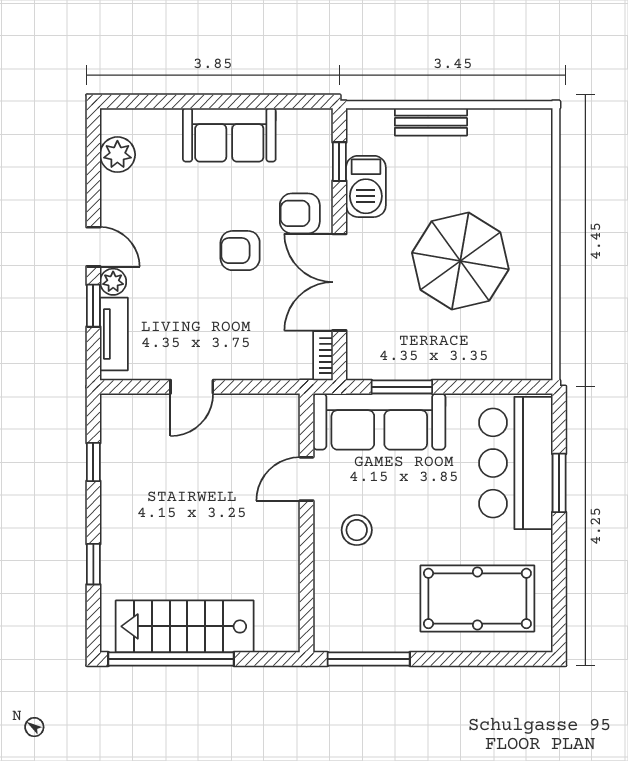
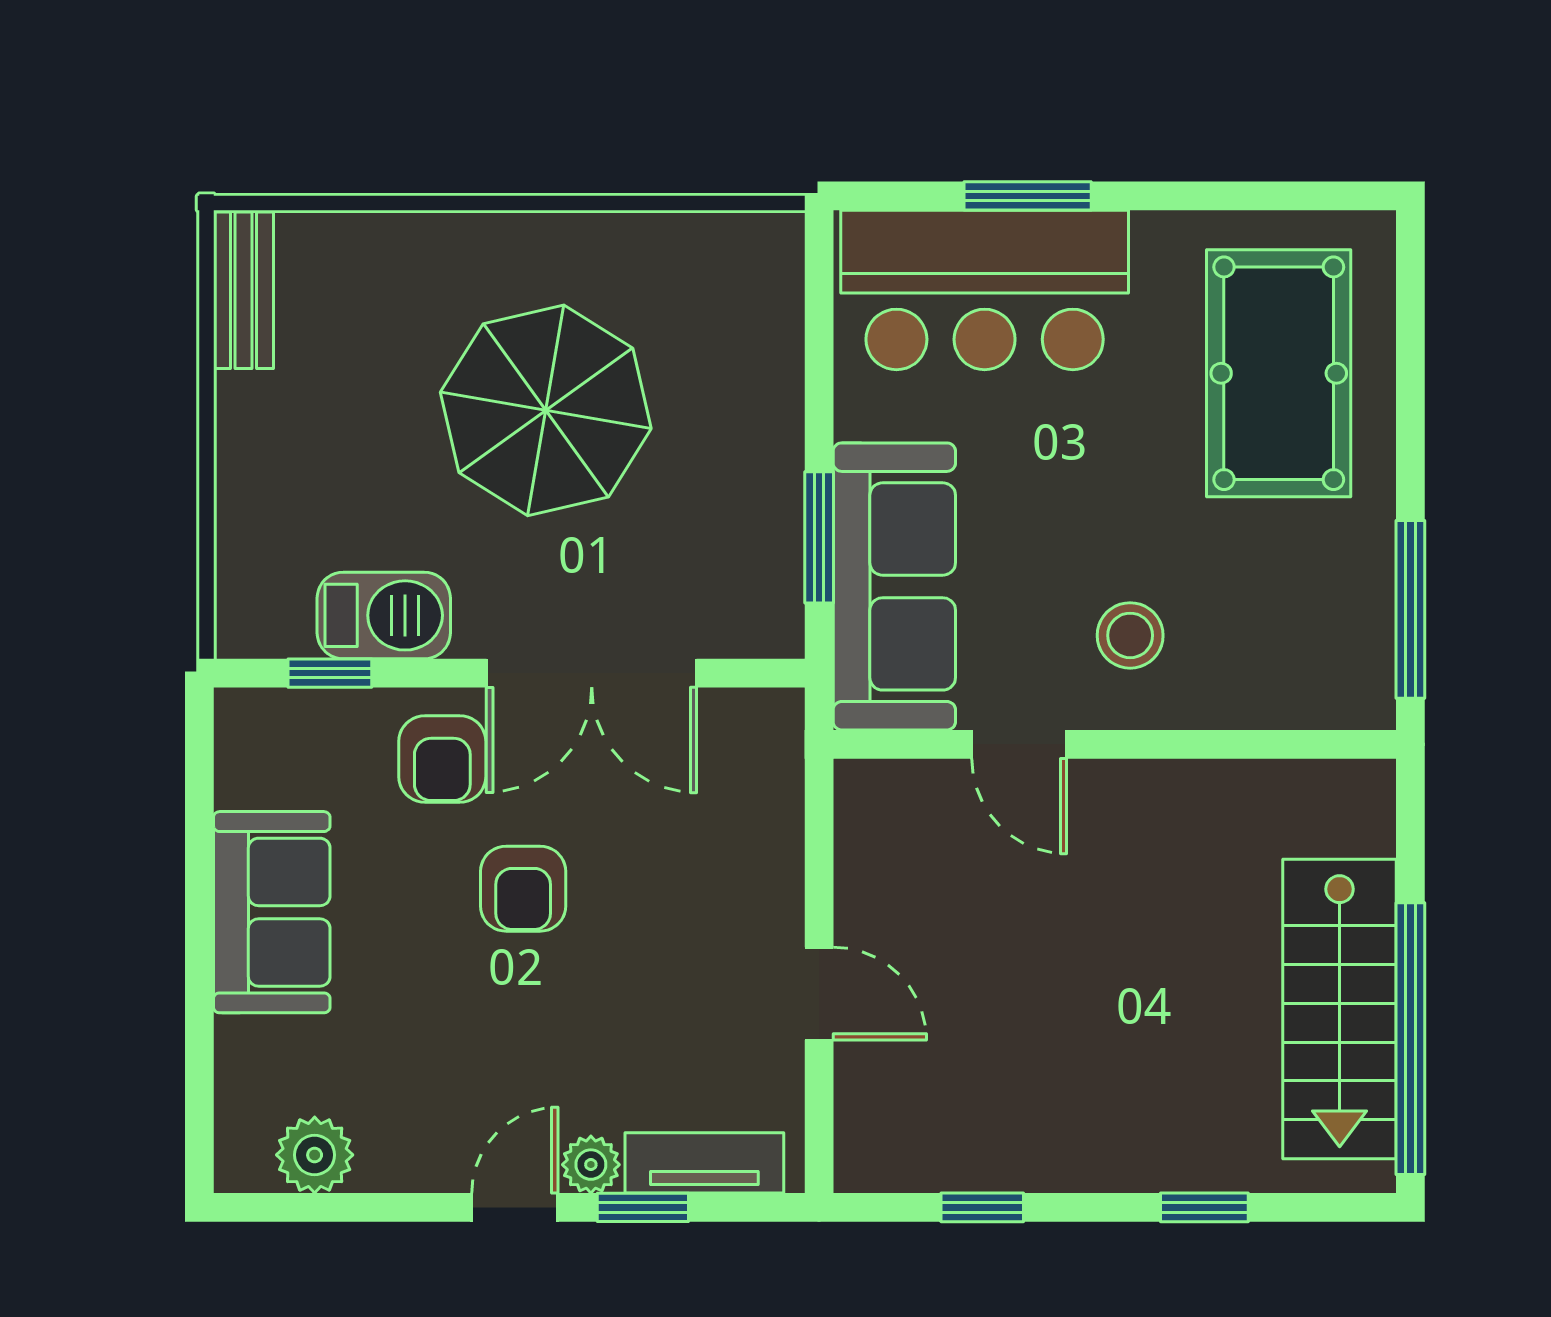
bench: (431, 122) -> (243, 290), moved
bookcase: (323, 356) -> (752, 709), removed

